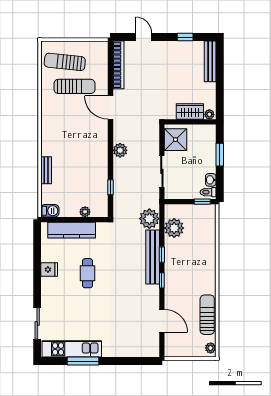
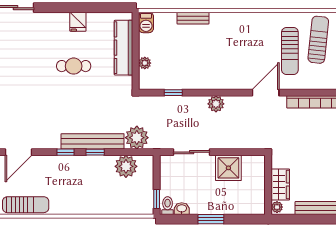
wardrobe: (190, 111) -> (280, 184), moved
plant: (209, 114) -> (277, 207), moved
wall: (190, 122) -> (268, 185), moved

